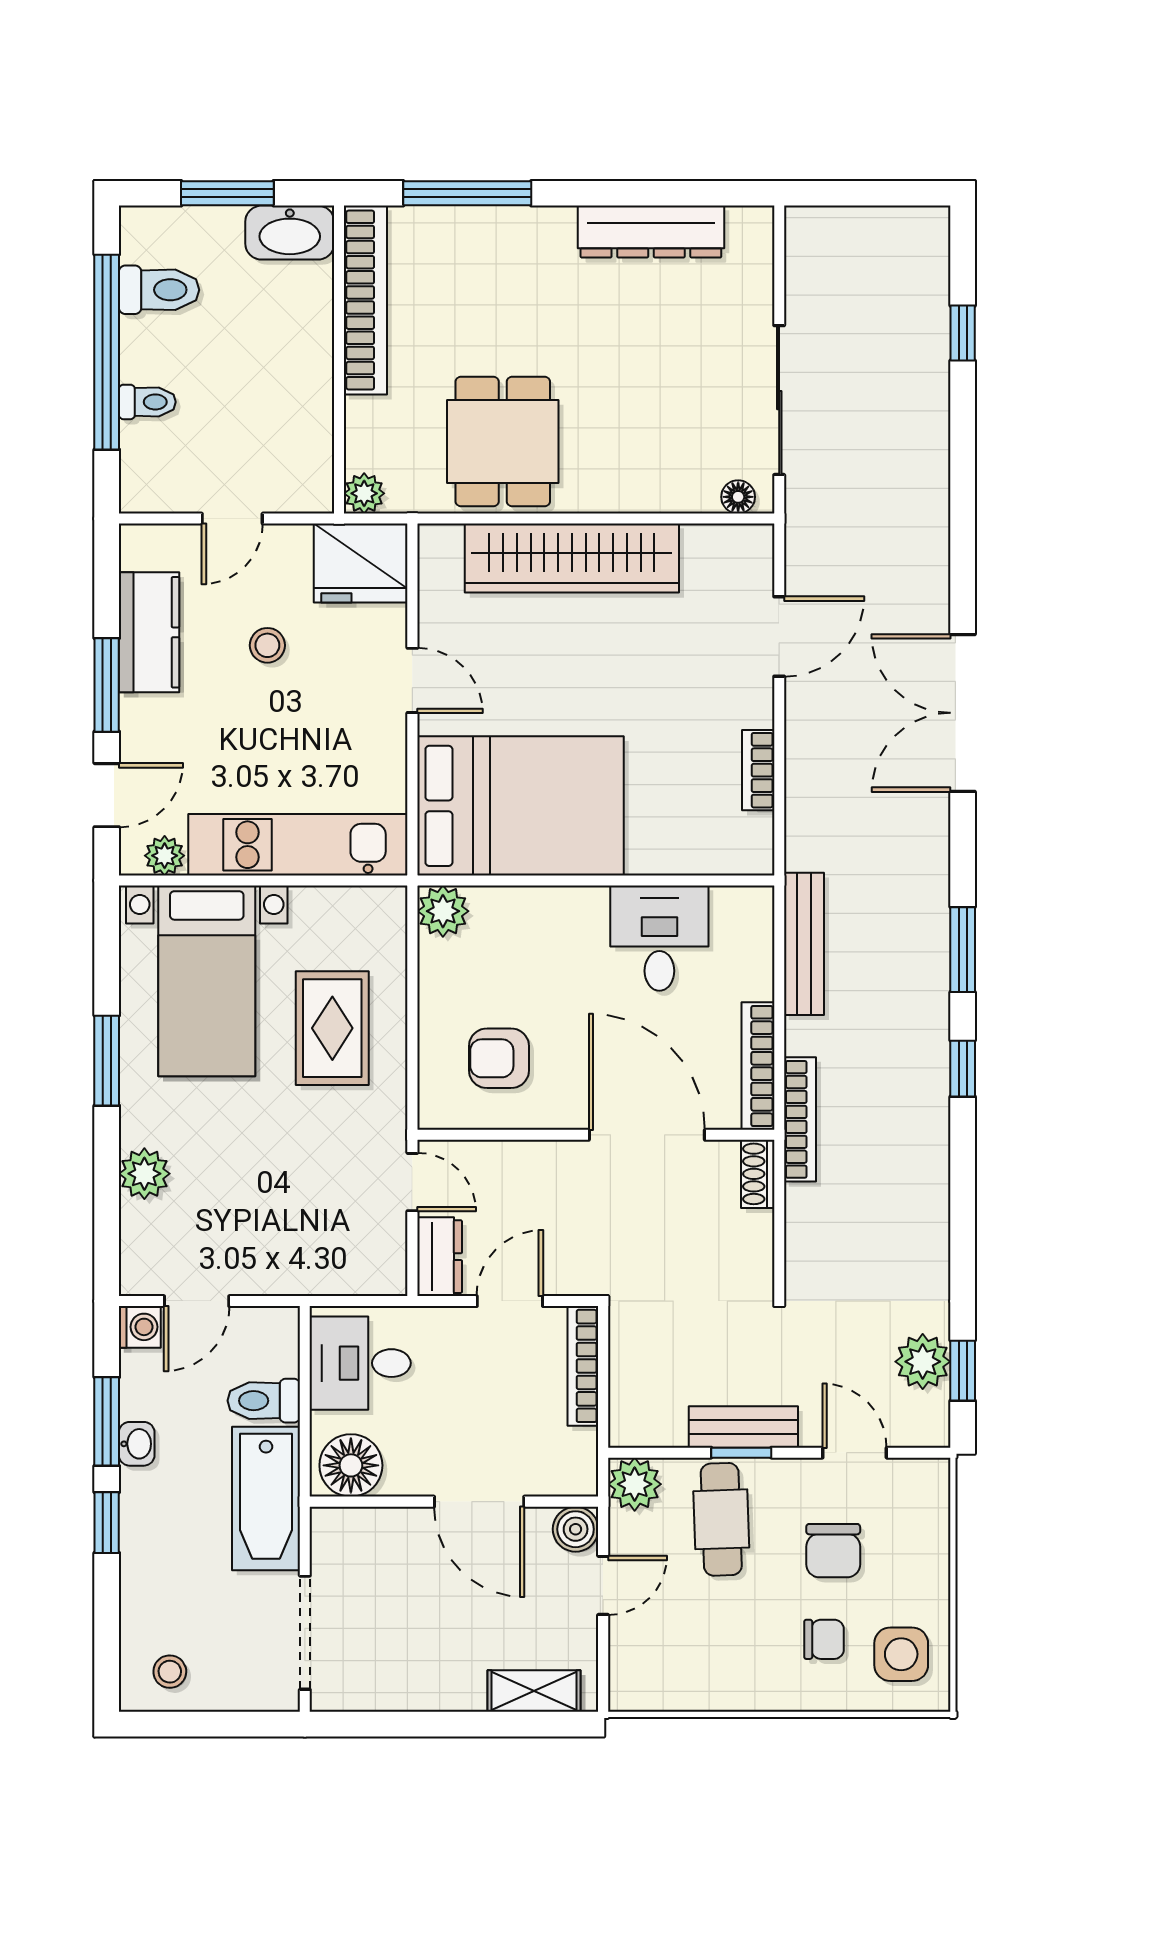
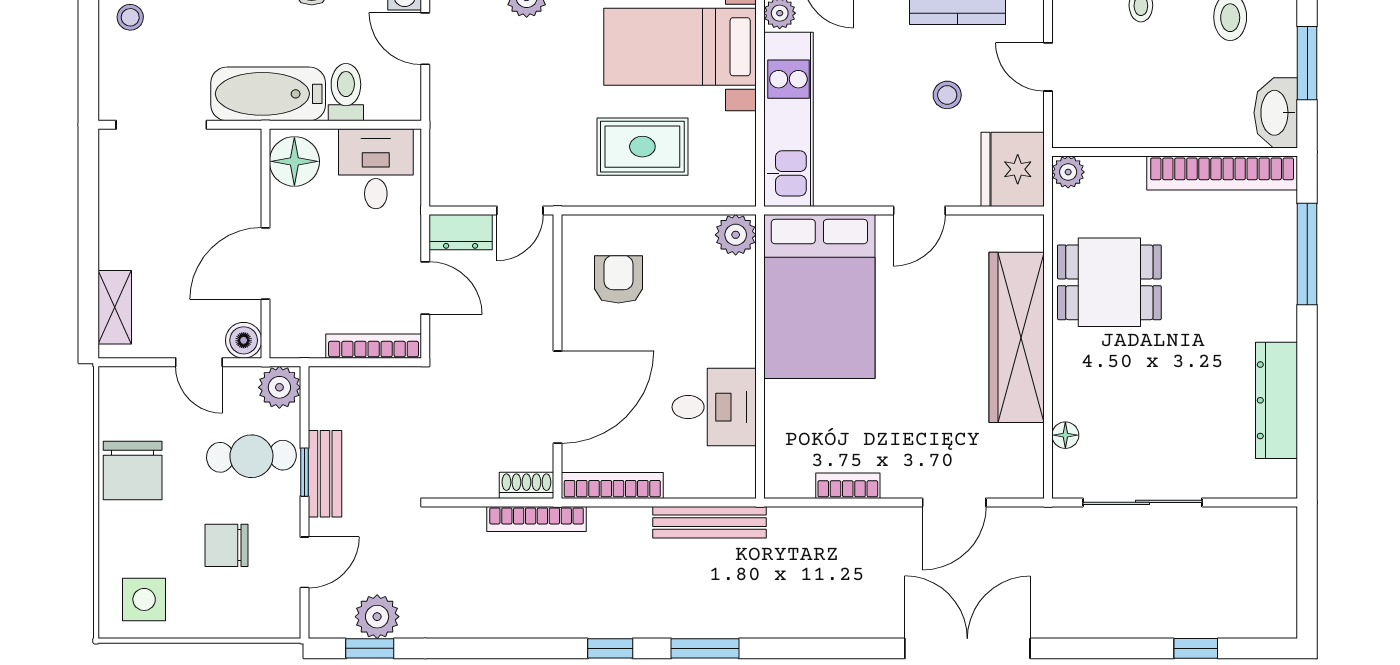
floor lamp: (738, 497) -> (1065, 435), moved
door: (779, 636) -> (954, 502), hinge flipped
double door: (963, 713) -> (967, 648), moved
bookcase: (800, 1119) -> (537, 519), moved
chair: (824, 1639) -> (133, 470), moved, width x1.87, depth x1.87

